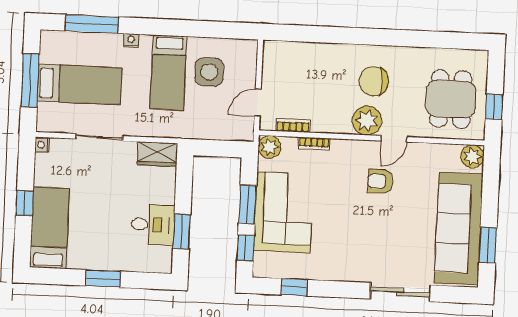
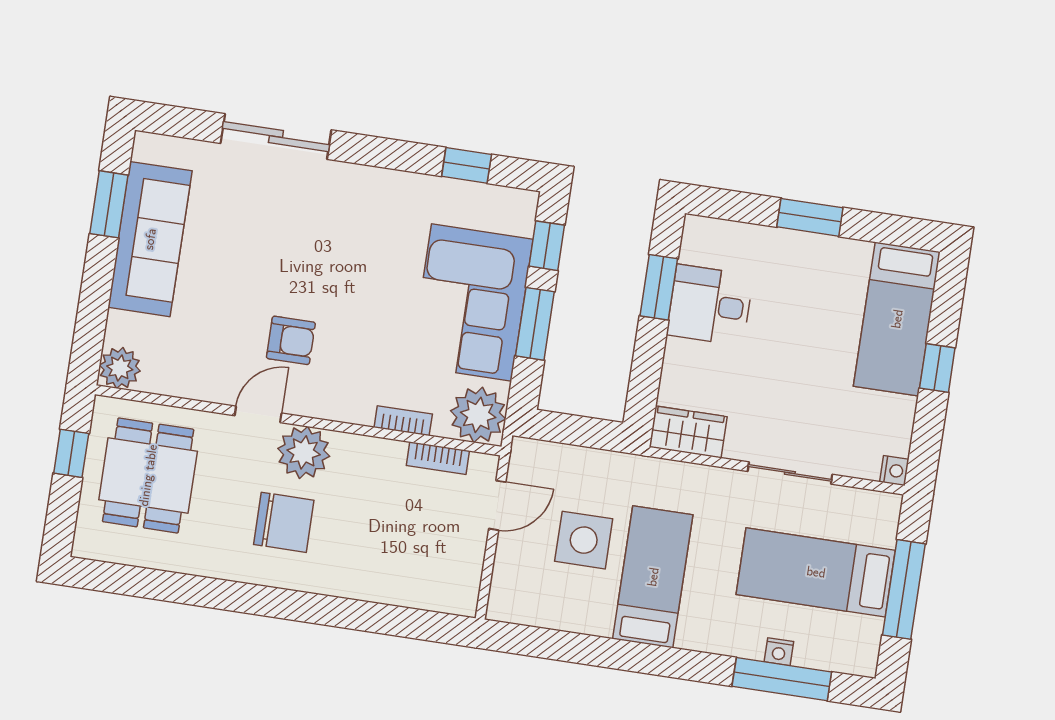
nightstand: (131, 40) -> (779, 652), moved
side table: (209, 72) -> (584, 540), moved
plant: (269, 147) -> (478, 415), width x1.36, depth x1.36
sofa: (459, 228) -> (150, 239), width x0.74, depth x0.79

